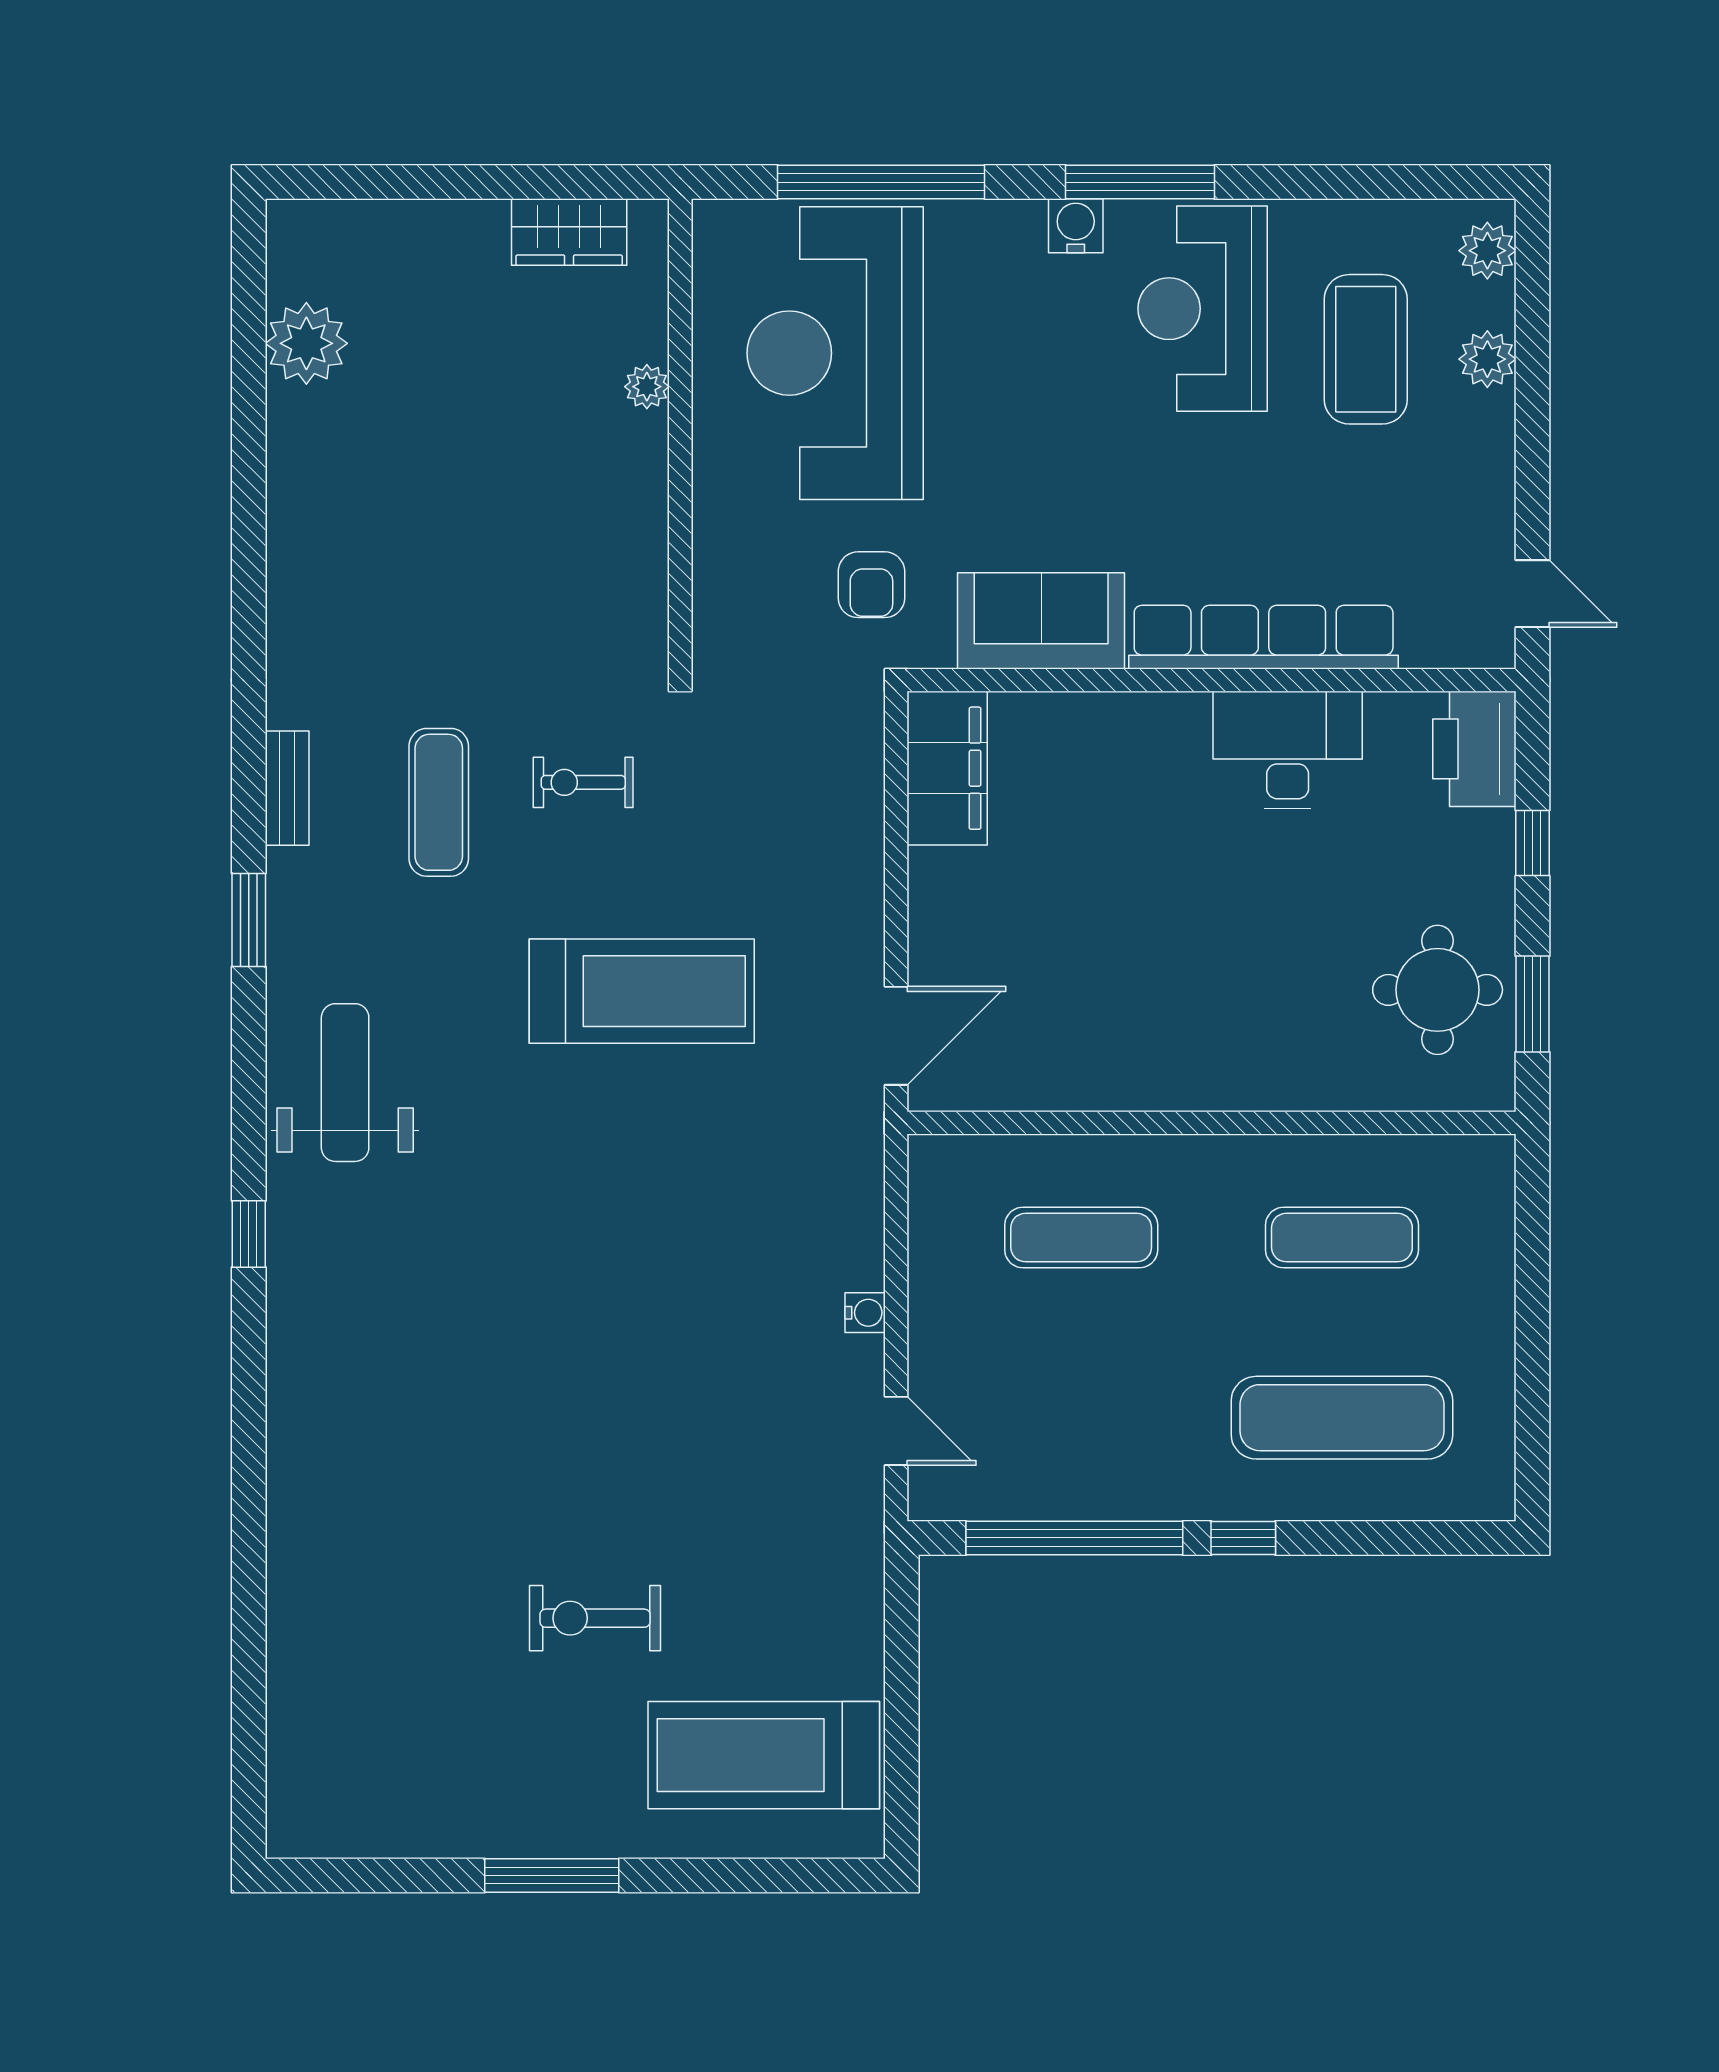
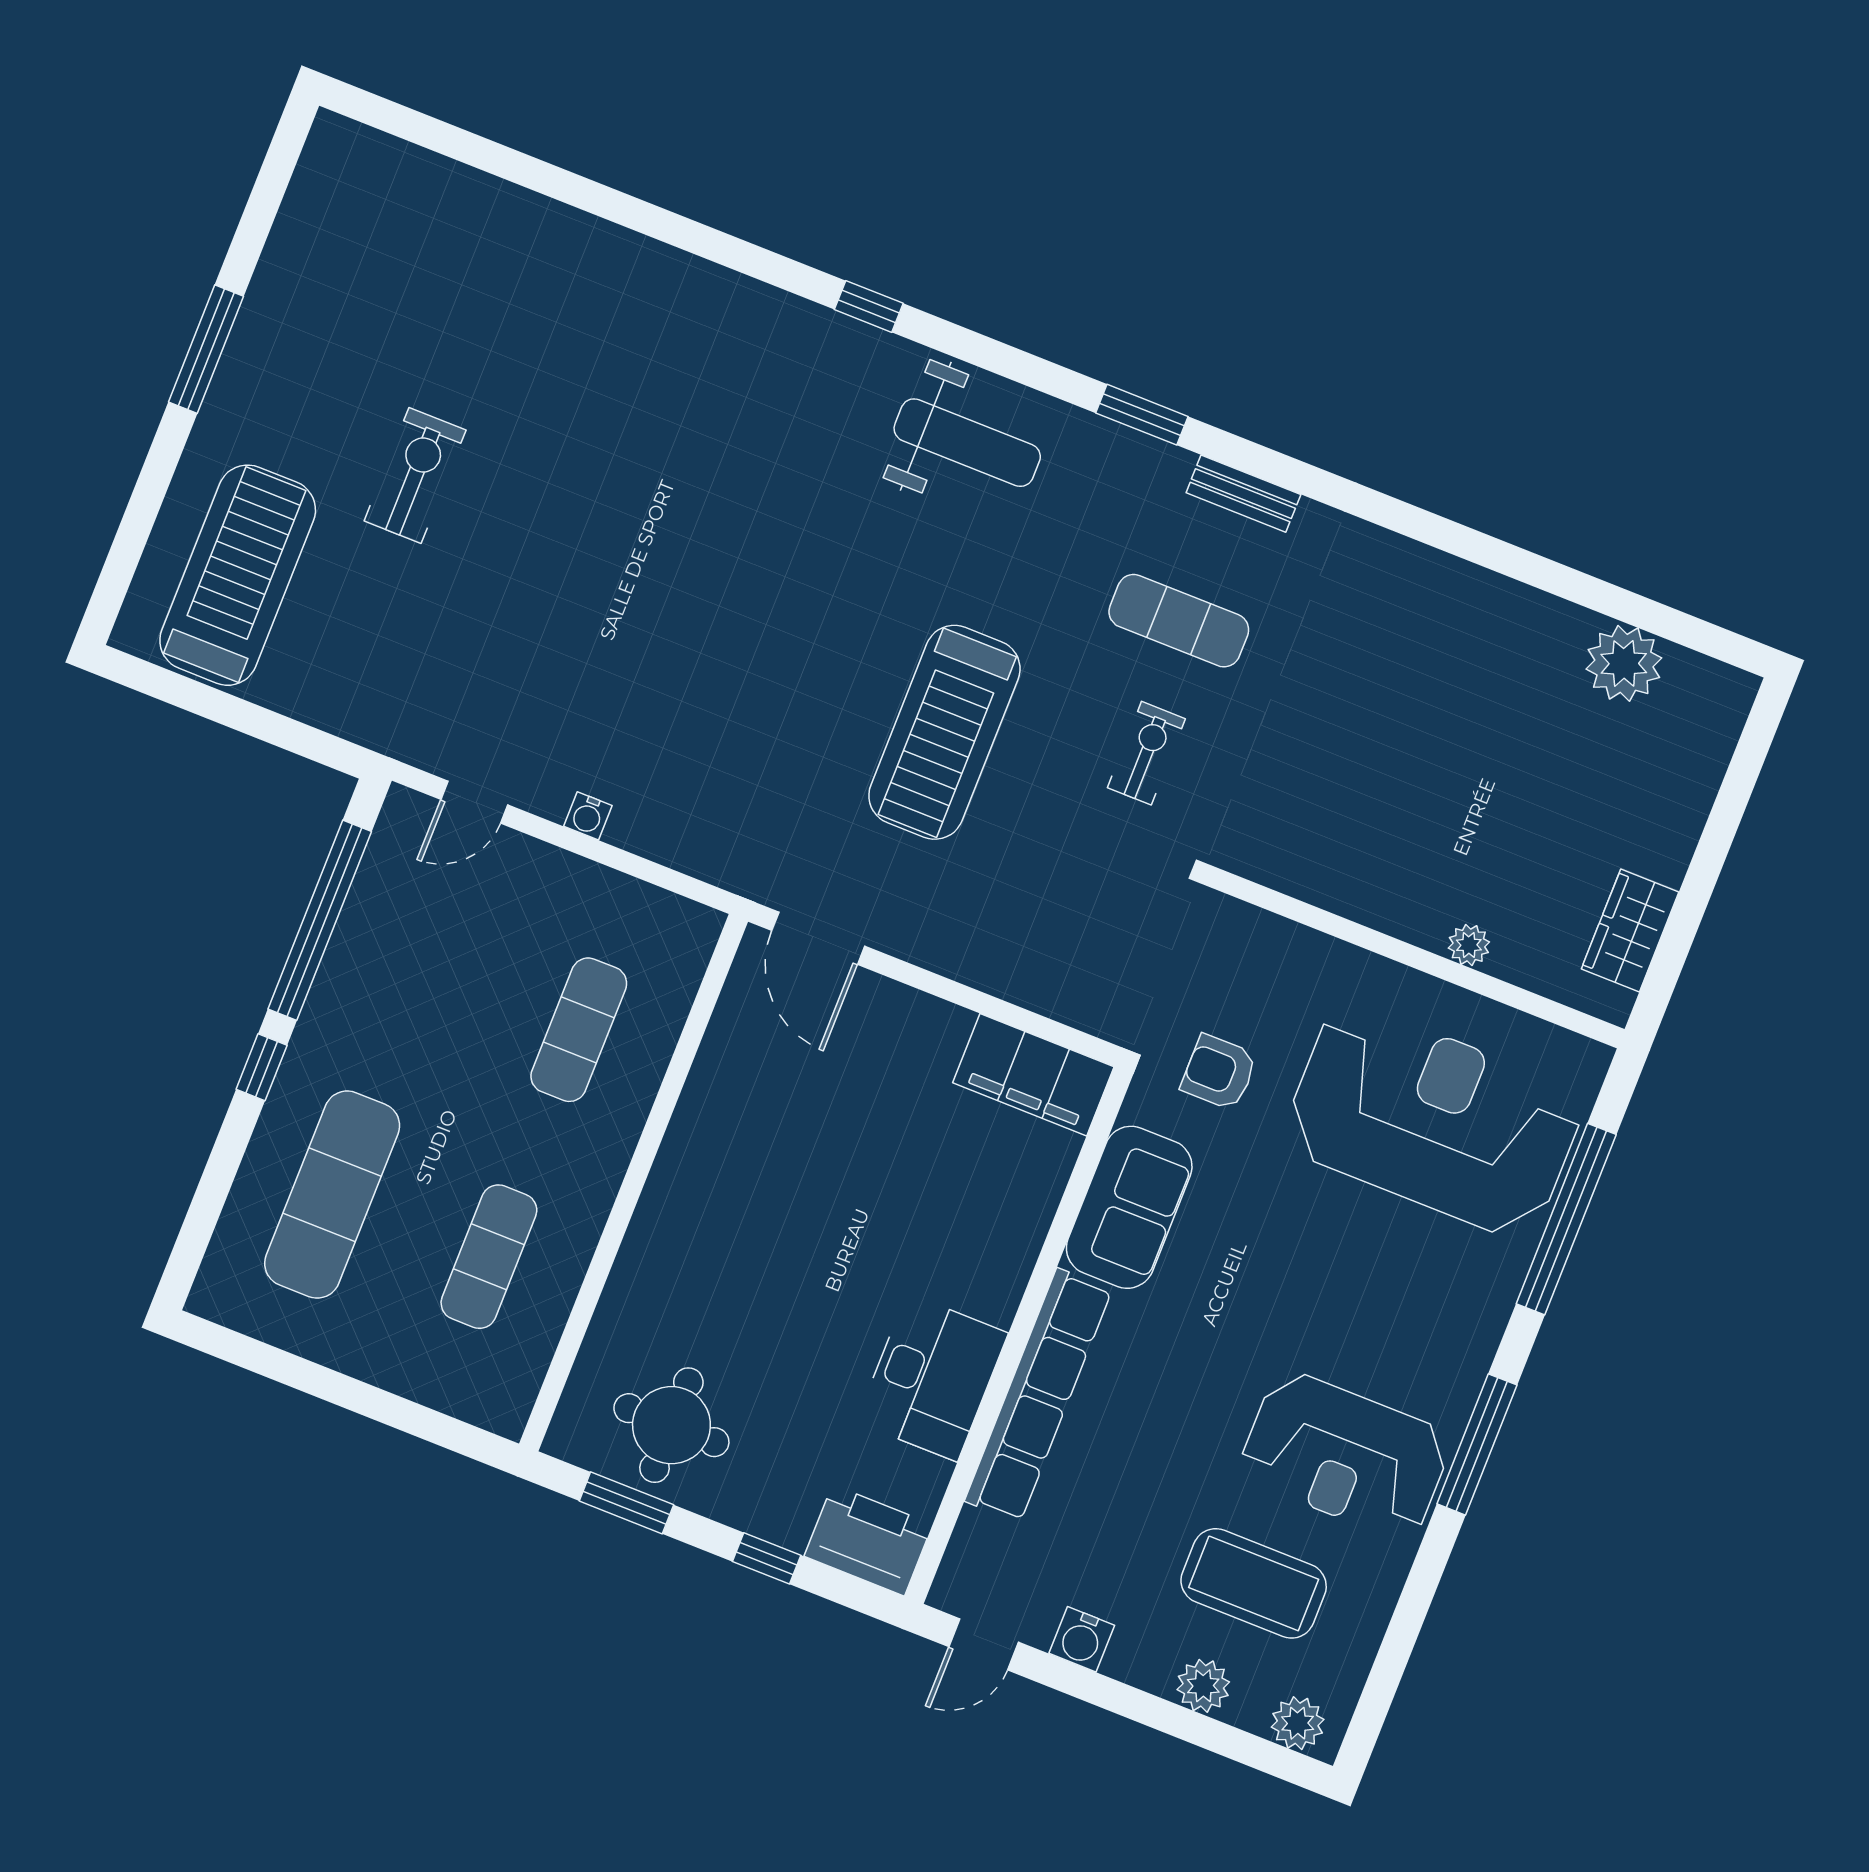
water cooler: (1076, 226) -> (1082, 1639), moved, turned 90
reception desk: (1203, 309) -> (1345, 1455), turned 180

